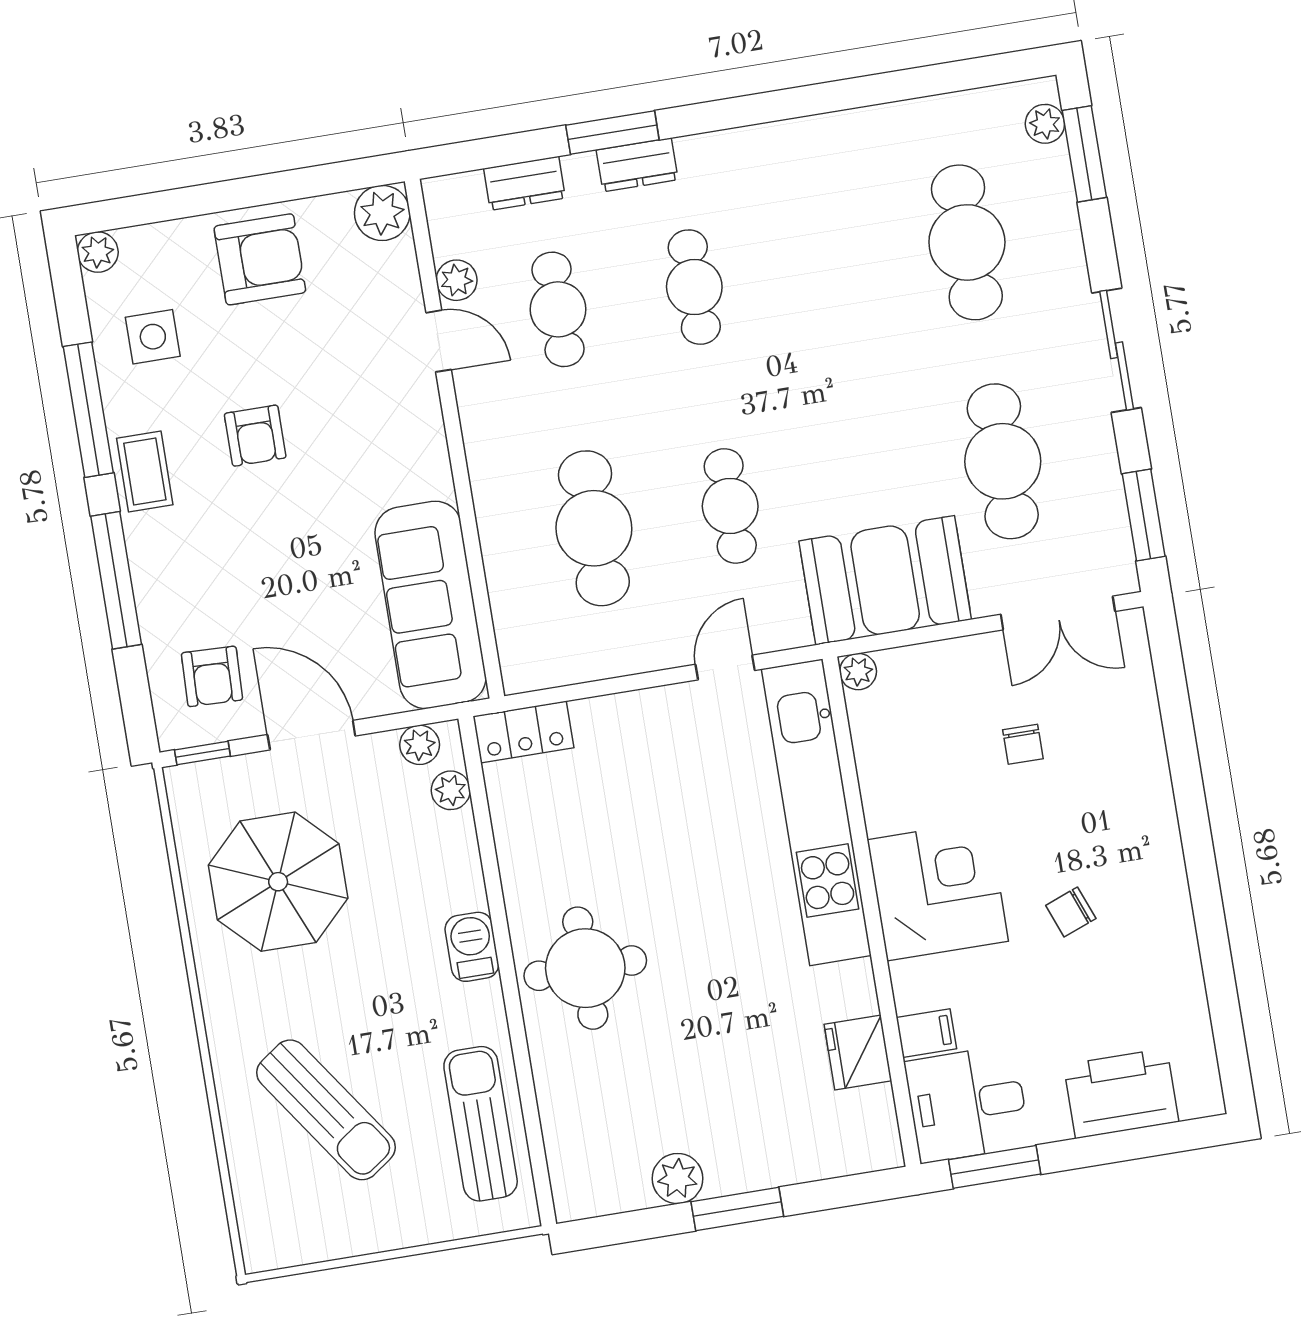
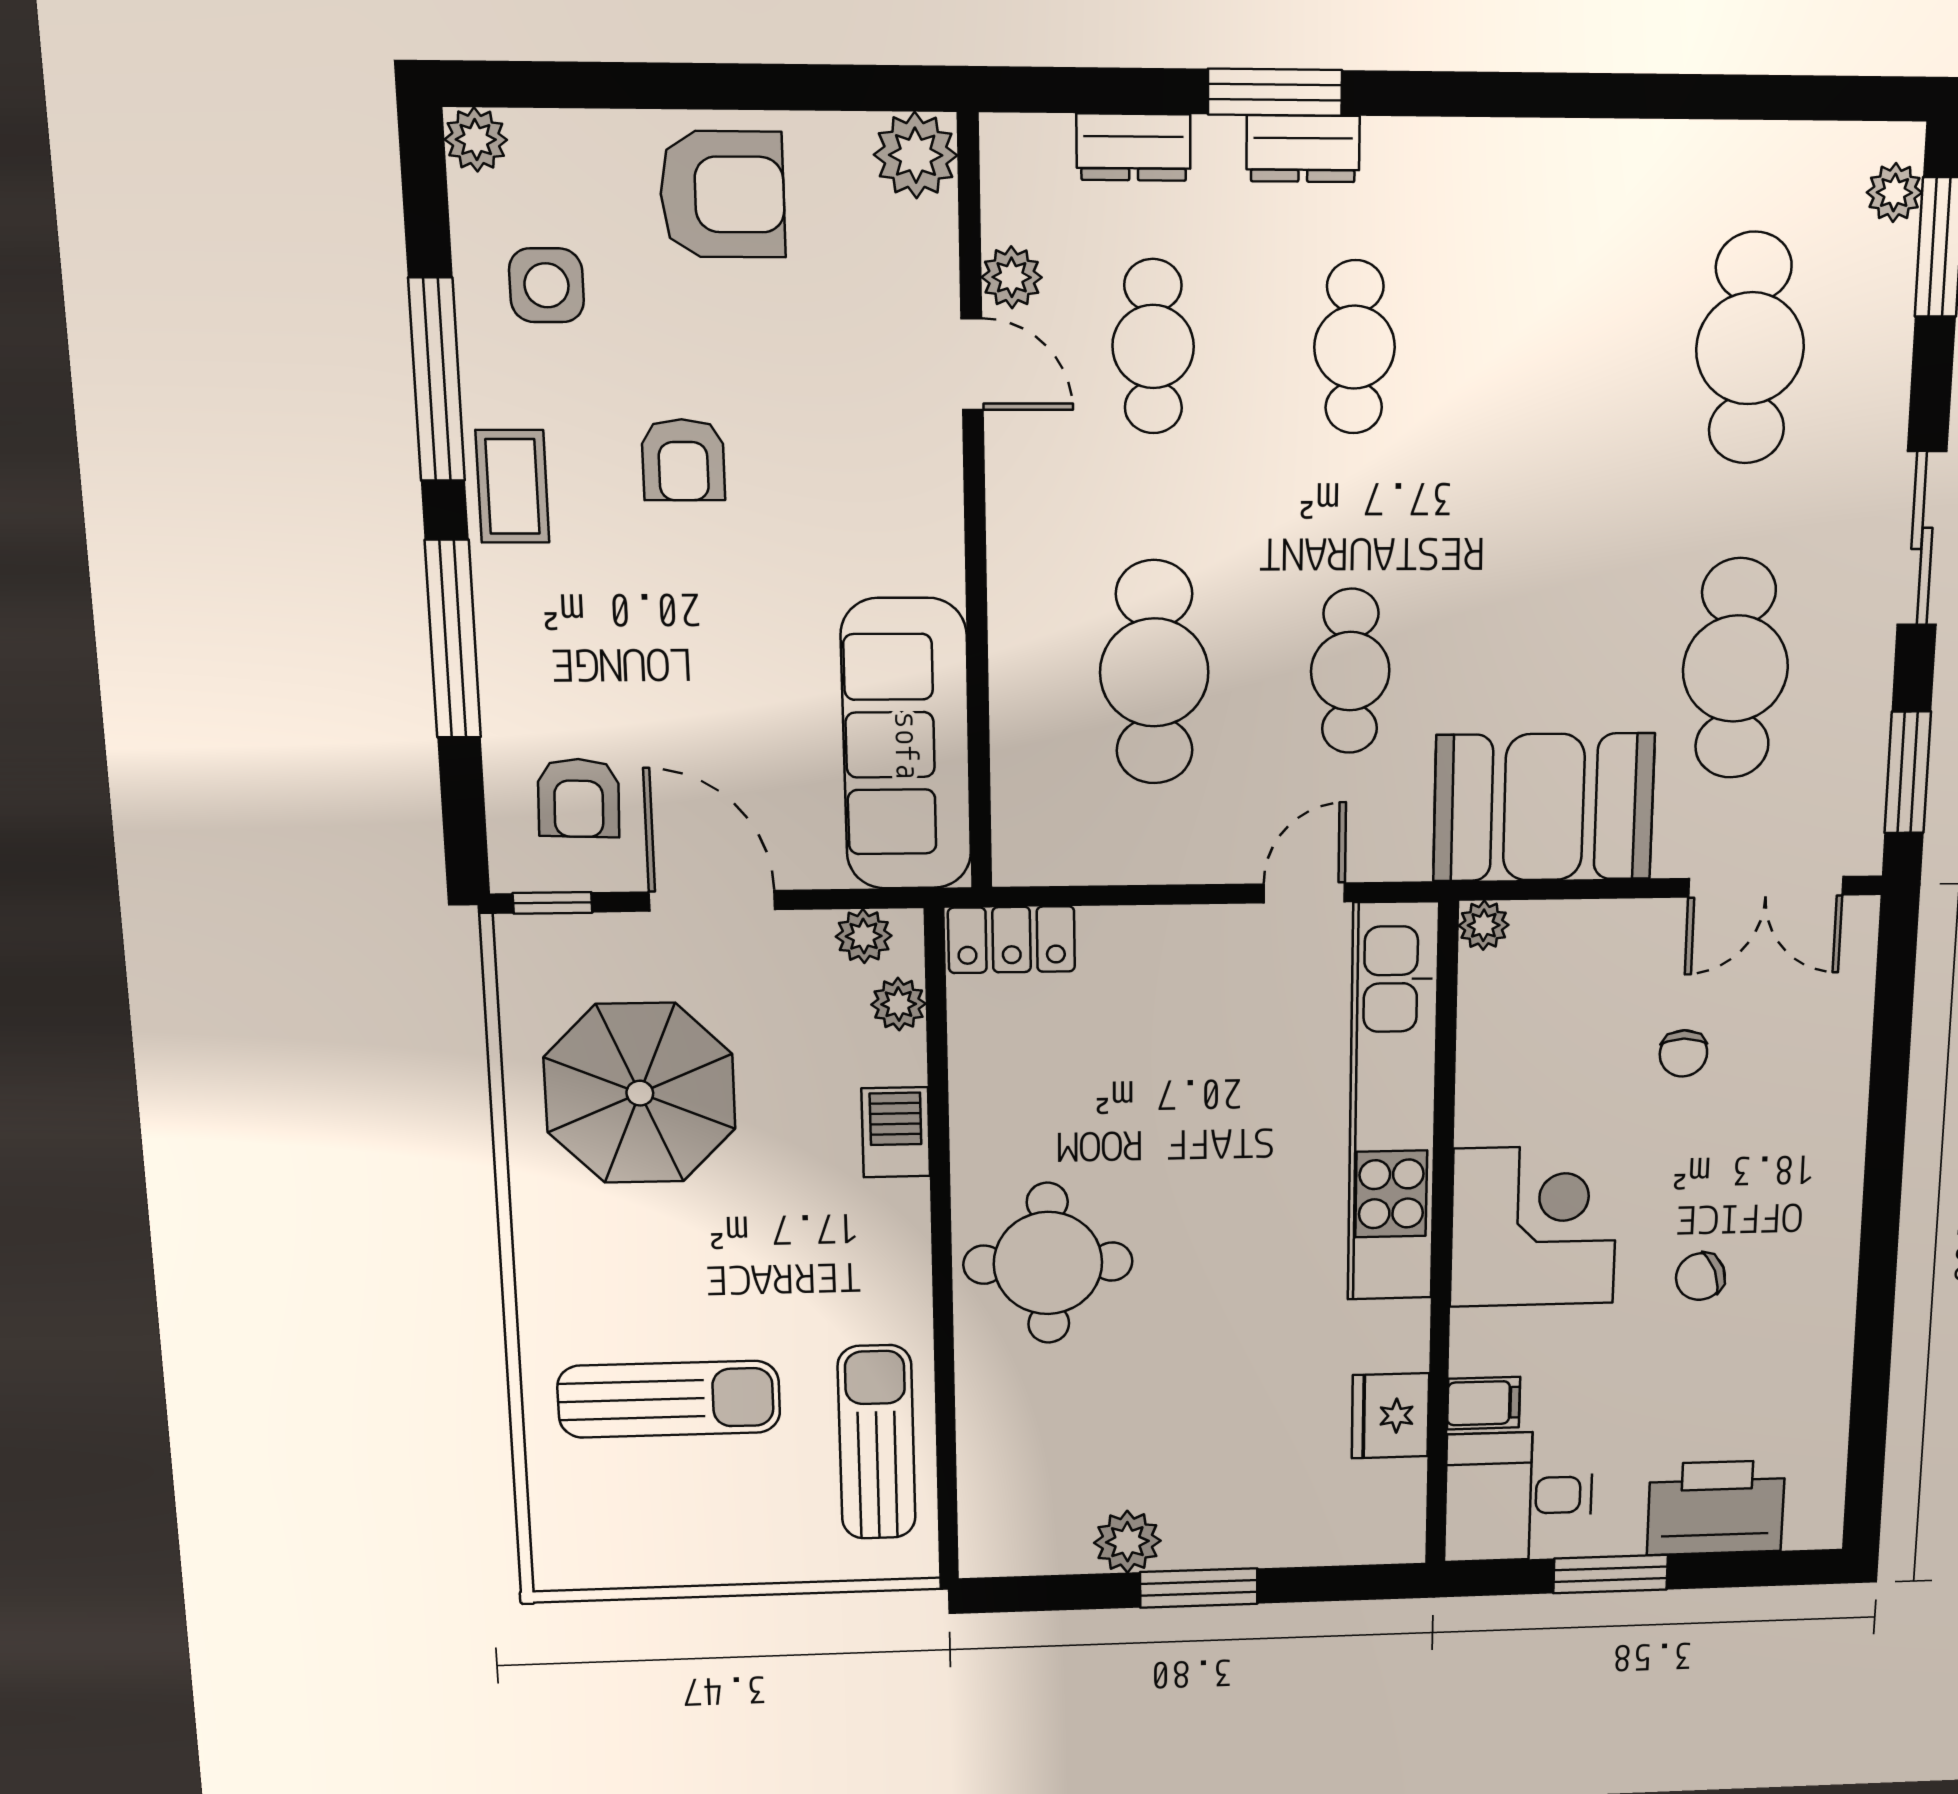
barbecue: (472, 947) -> (896, 1132), moved
sun lounger: (326, 1110) -> (669, 1399), turned -55
window: (995, 1167) -> (1611, 1574), moved

